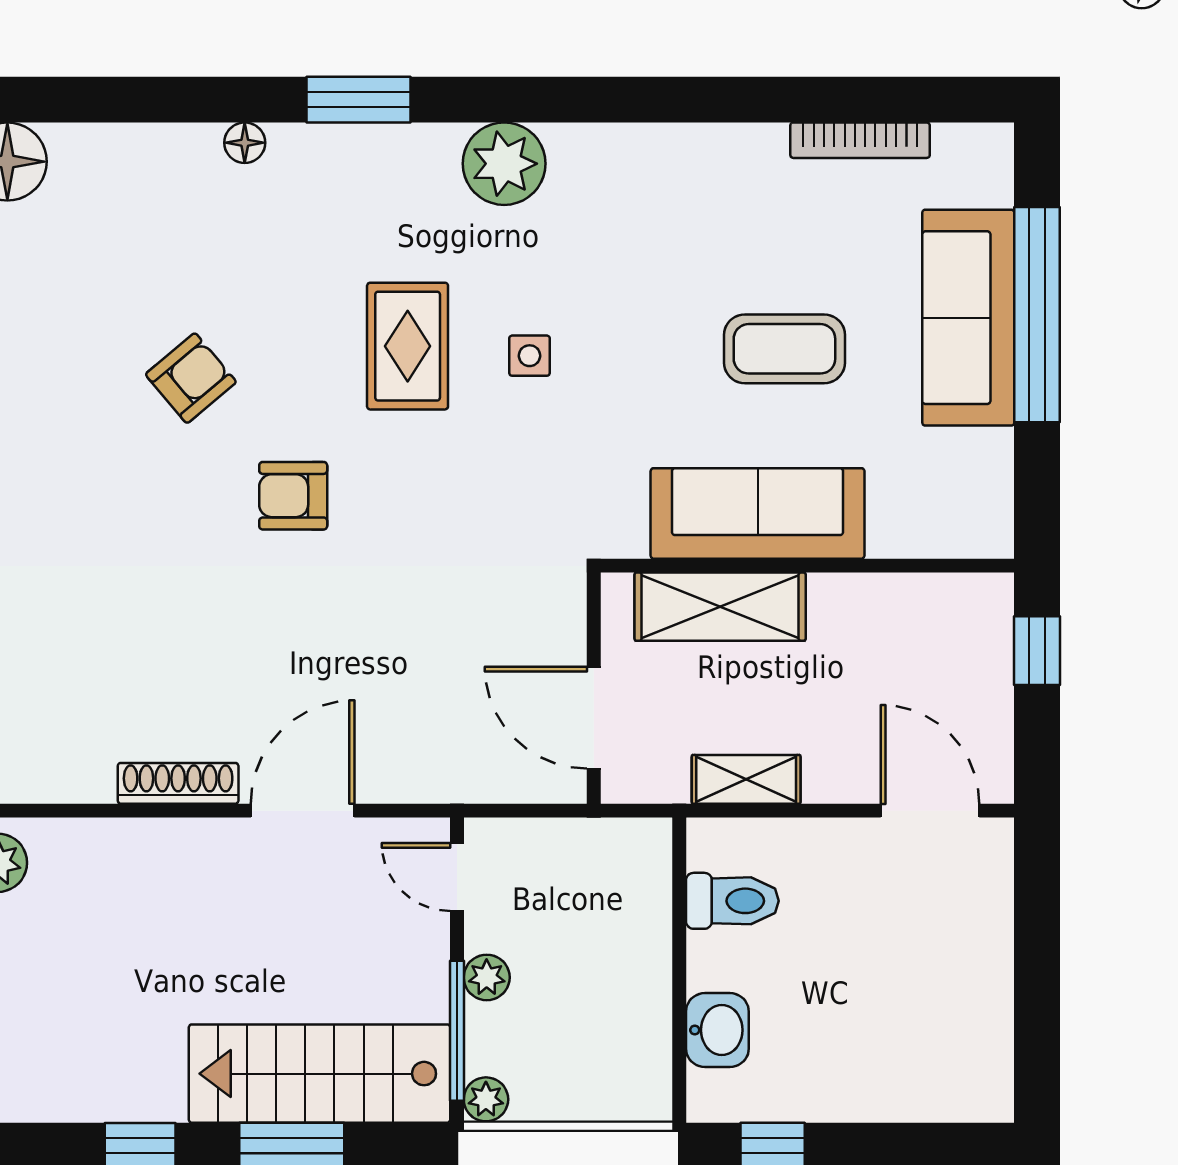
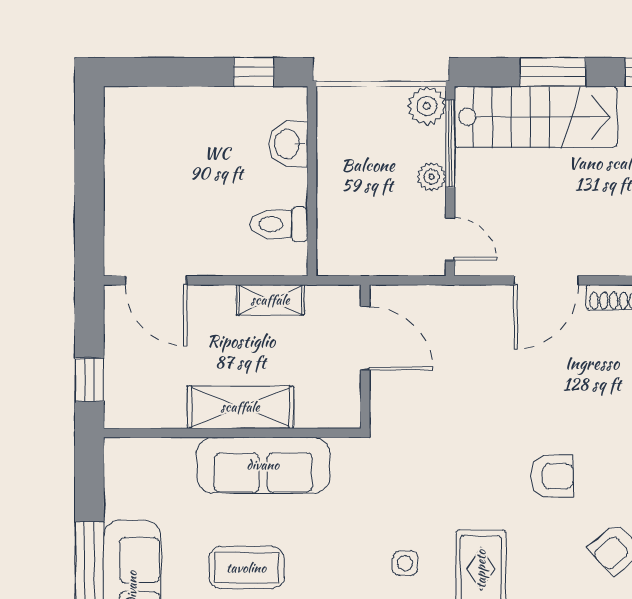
shelving: (720, 607) -> (240, 407), moved
plant: (486, 1099) -> (427, 106), width x1.38, depth x1.38

